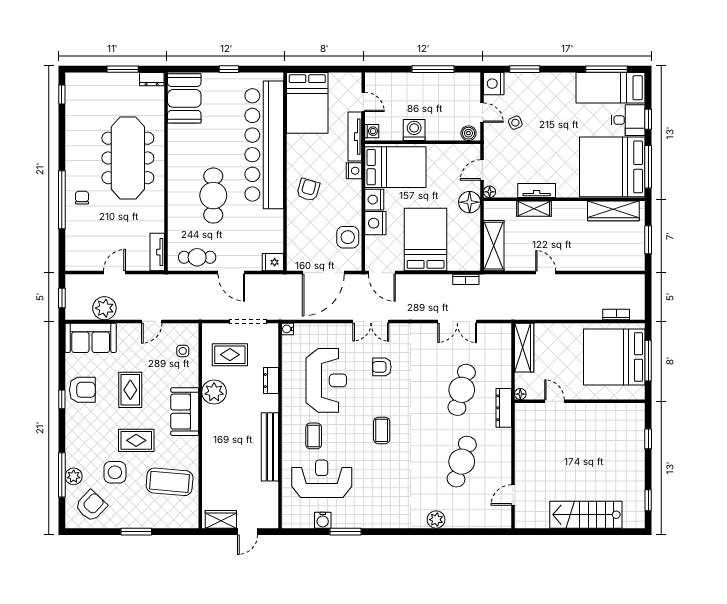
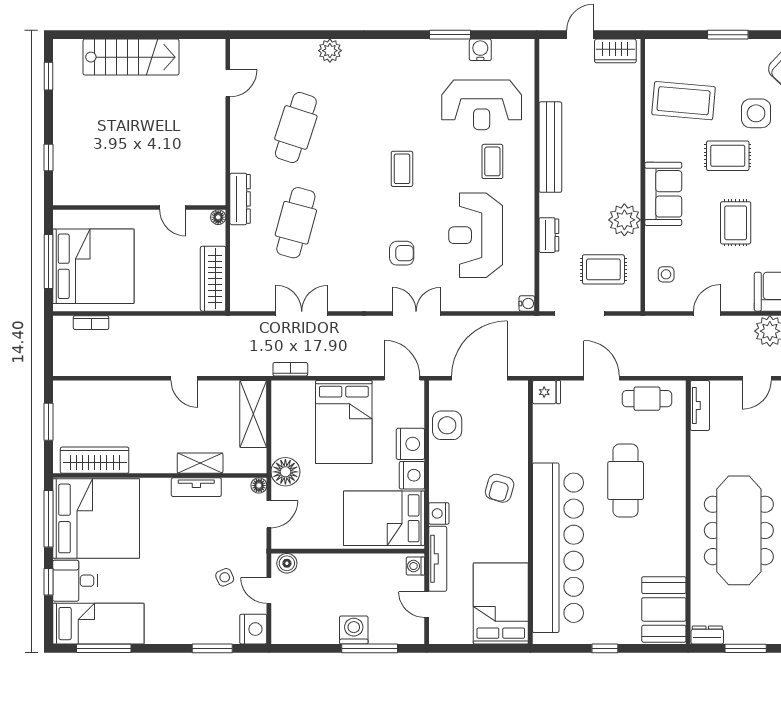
window: (433, 69) -> (370, 648), moved
washing machine: (414, 130) -> (354, 630), moved, turned 180

